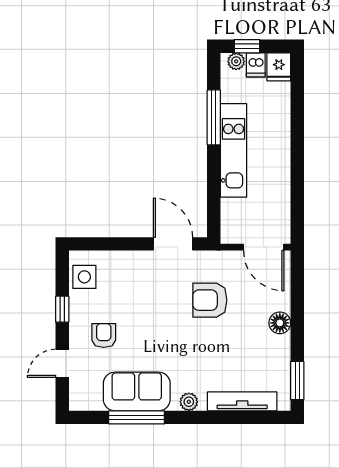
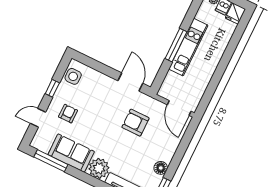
window: (214, 117) -> (176, 45), moved
floor lamp: (280, 323) -> (161, 168), moved
plant: (189, 402) -> (99, 168), width x1.88, depth x1.88
window: (137, 417) -> (51, 161), moved

